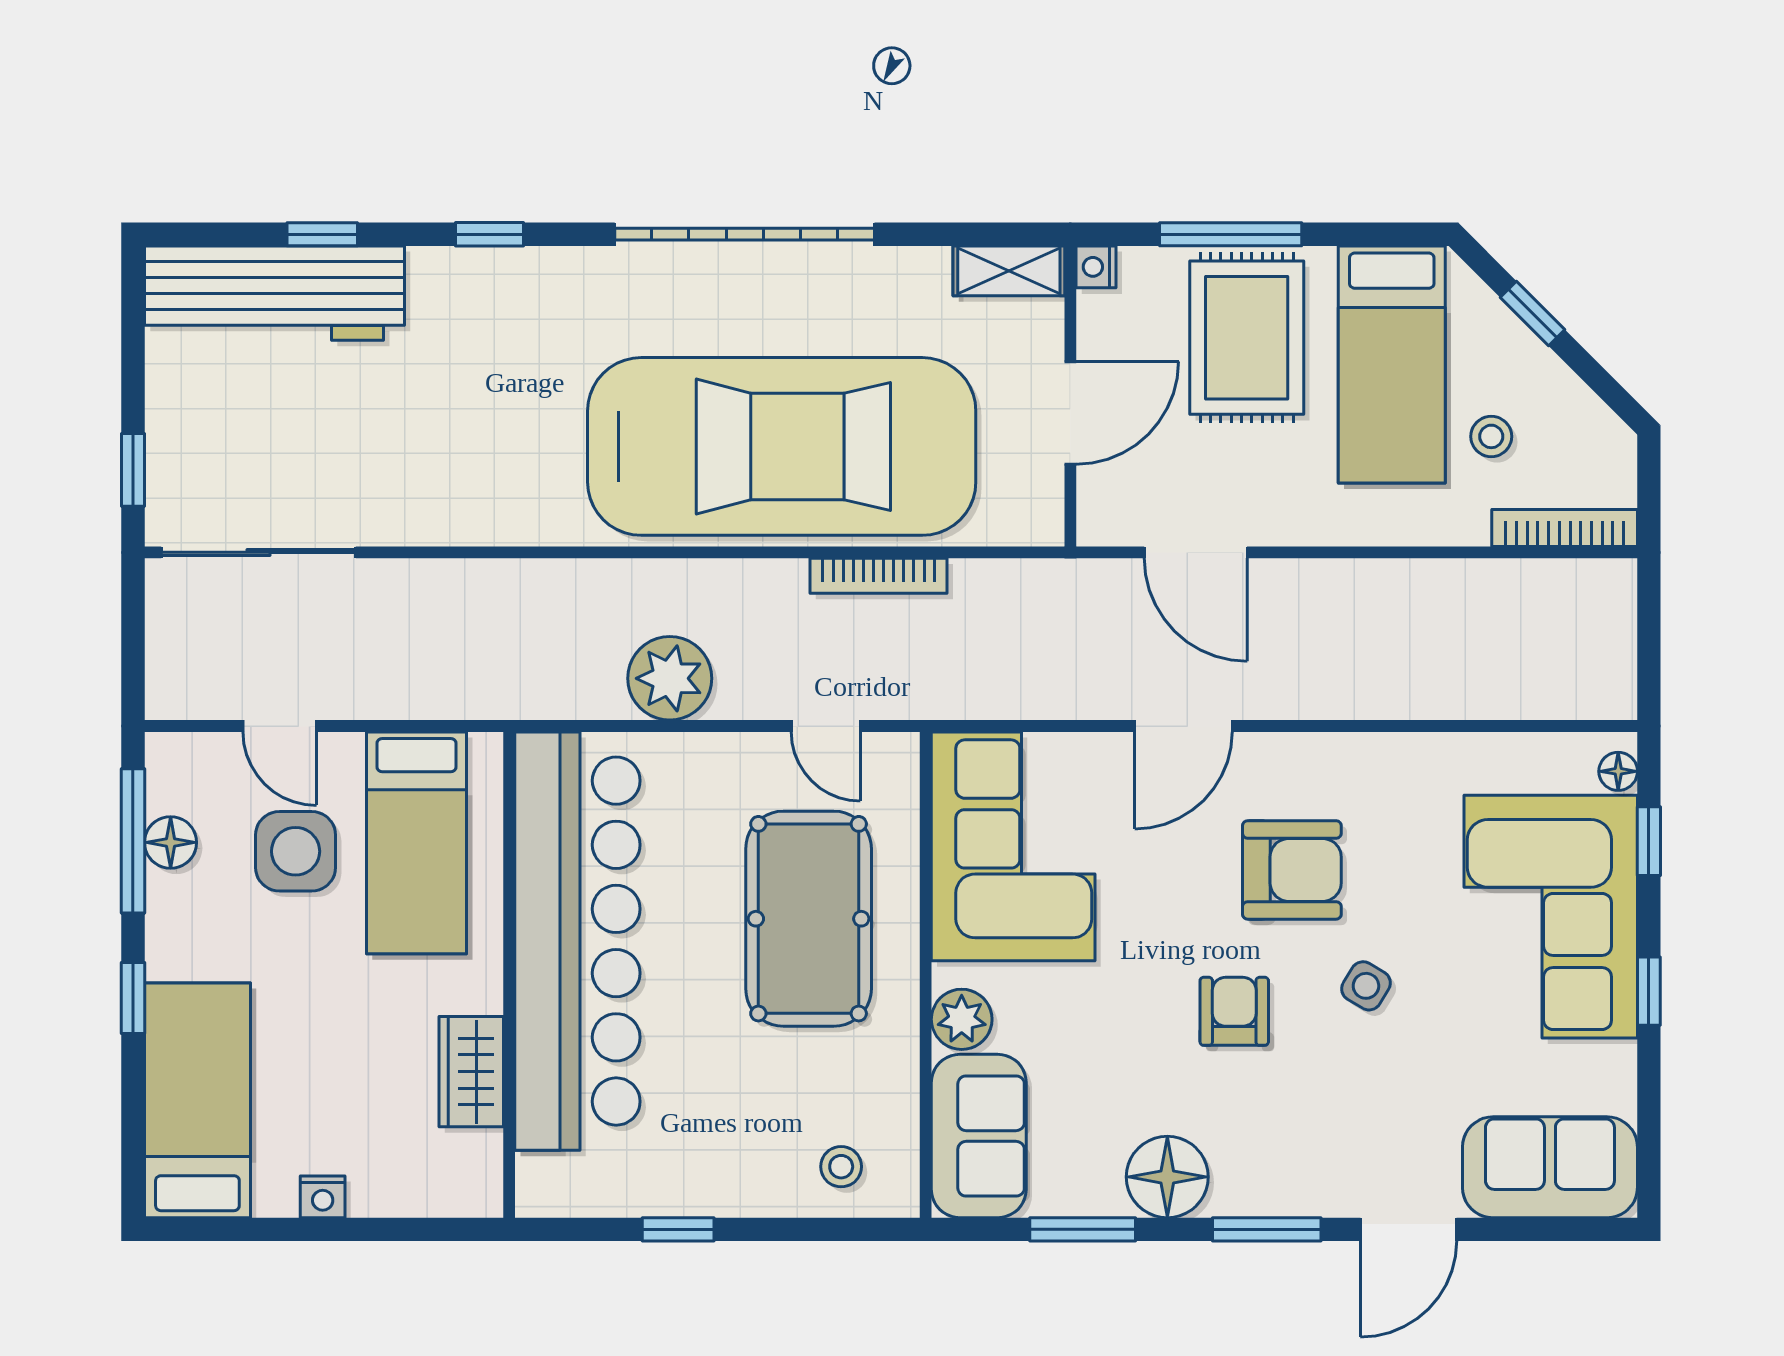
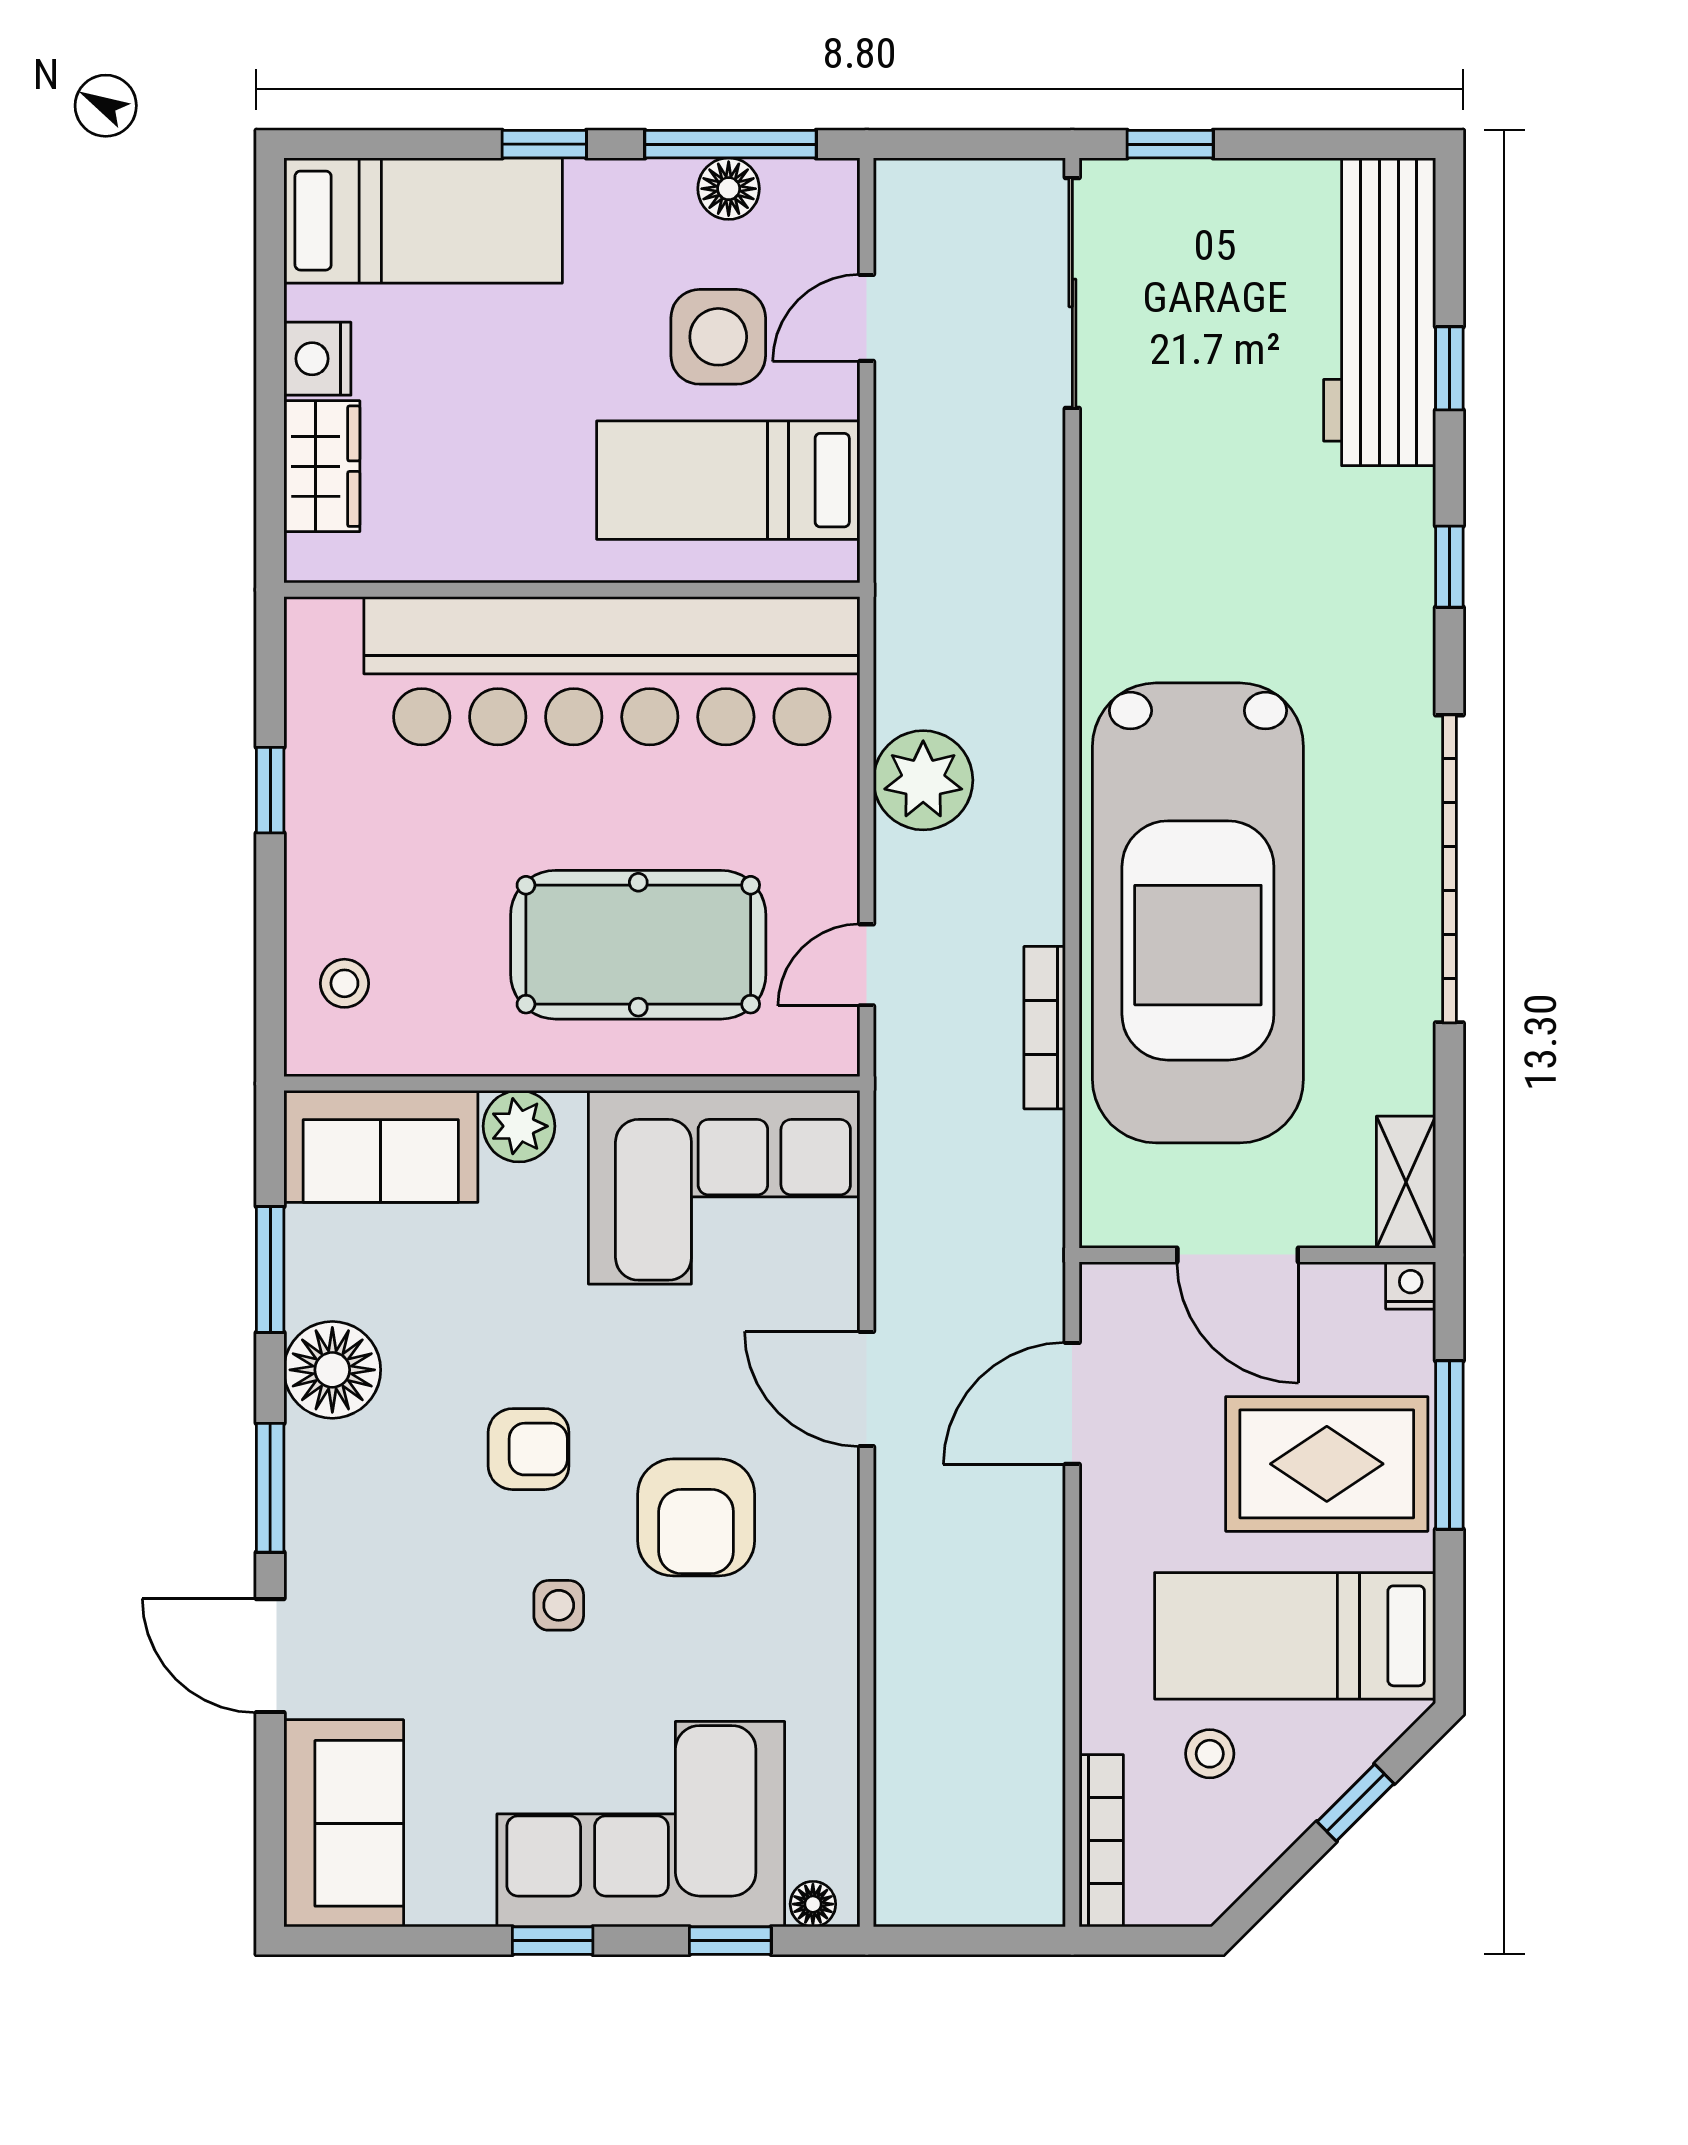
side table: (1366, 986) -> (559, 1605), turned -31
wardrobe: (471, 1072) -> (322, 466), moved, turned 90
nightstand: (323, 1197) -> (317, 359), width x1.39, depth x1.35

